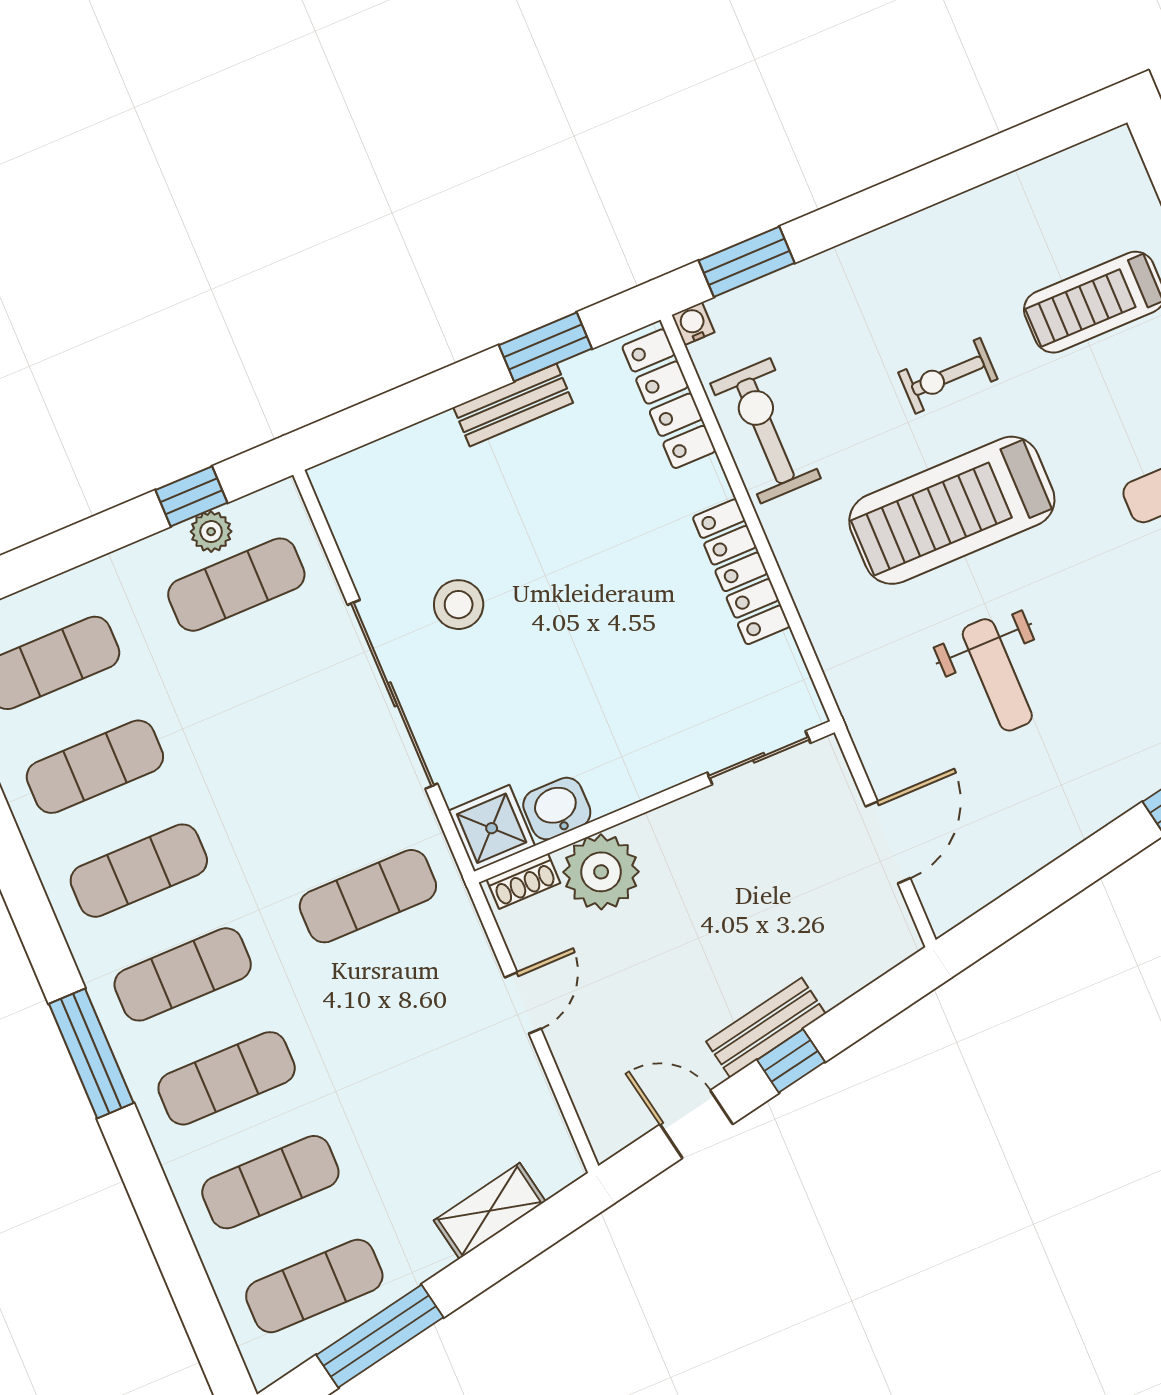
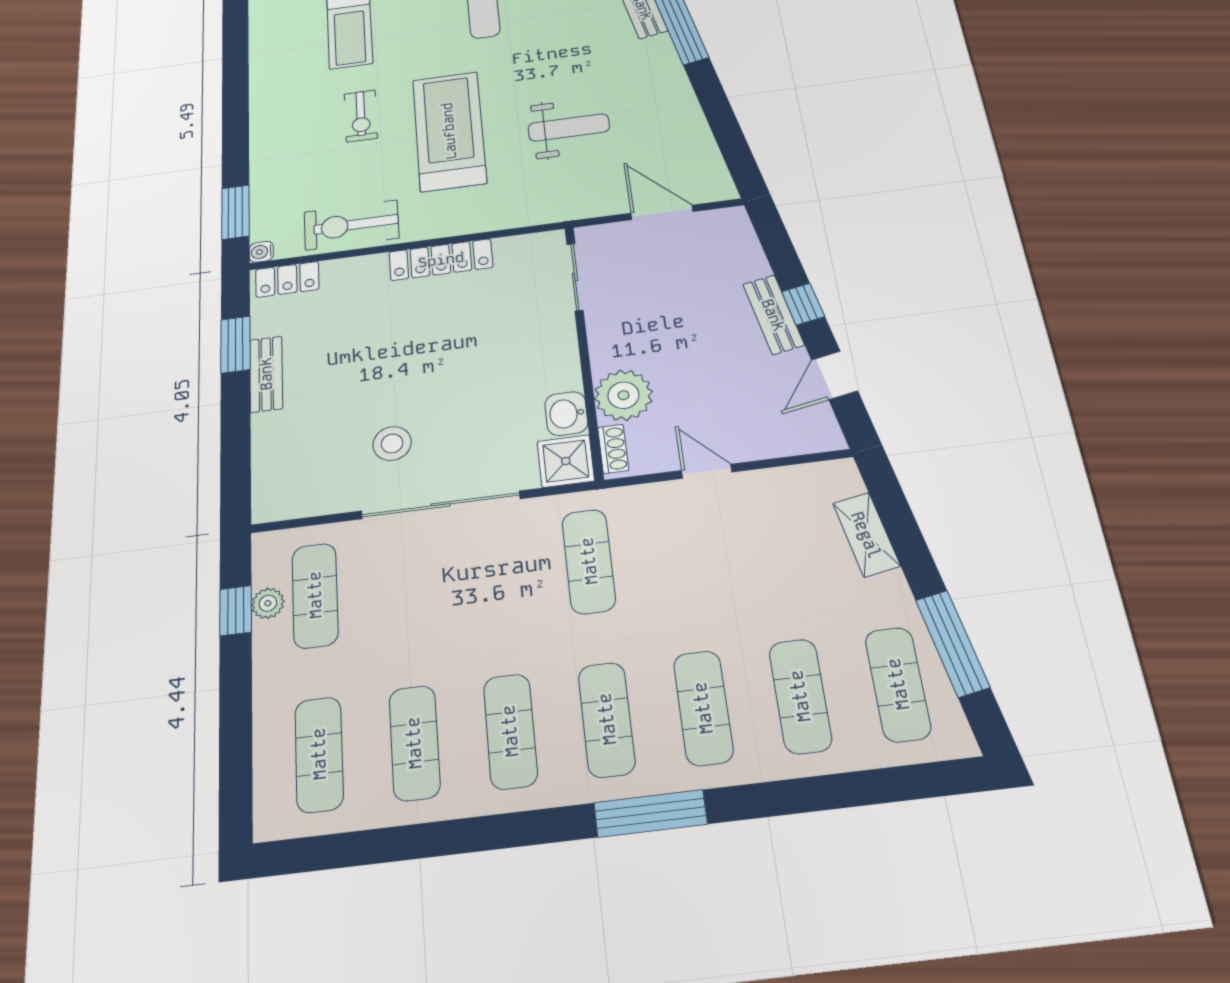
locker: (669, 399) -> (287, 279), width x0.66
treadmill: (952, 510) -> (449, 131), turned 180

